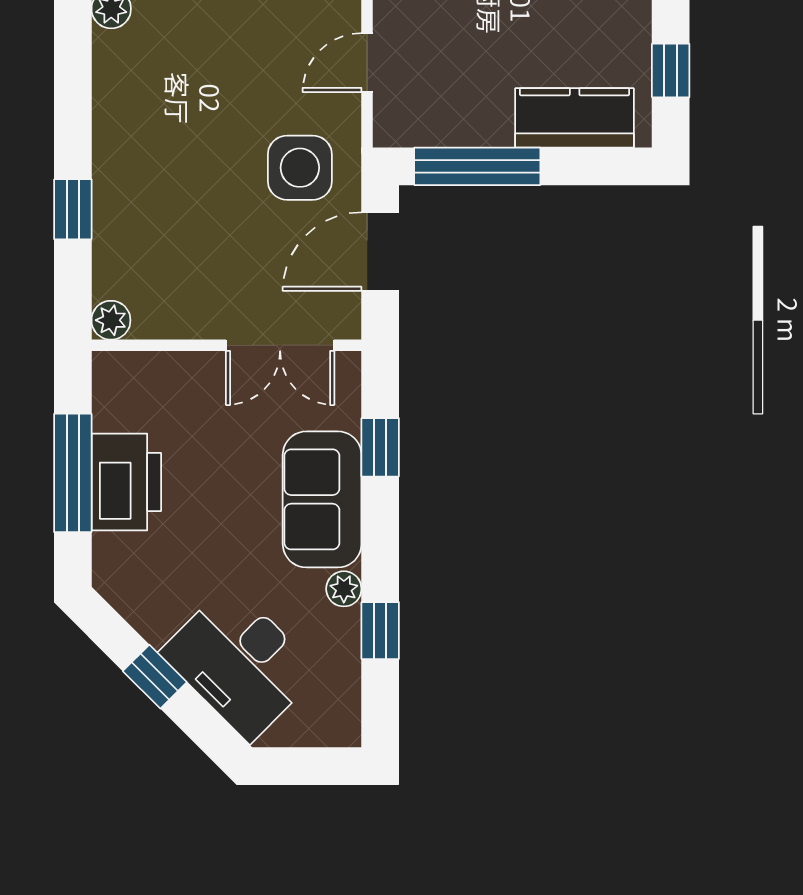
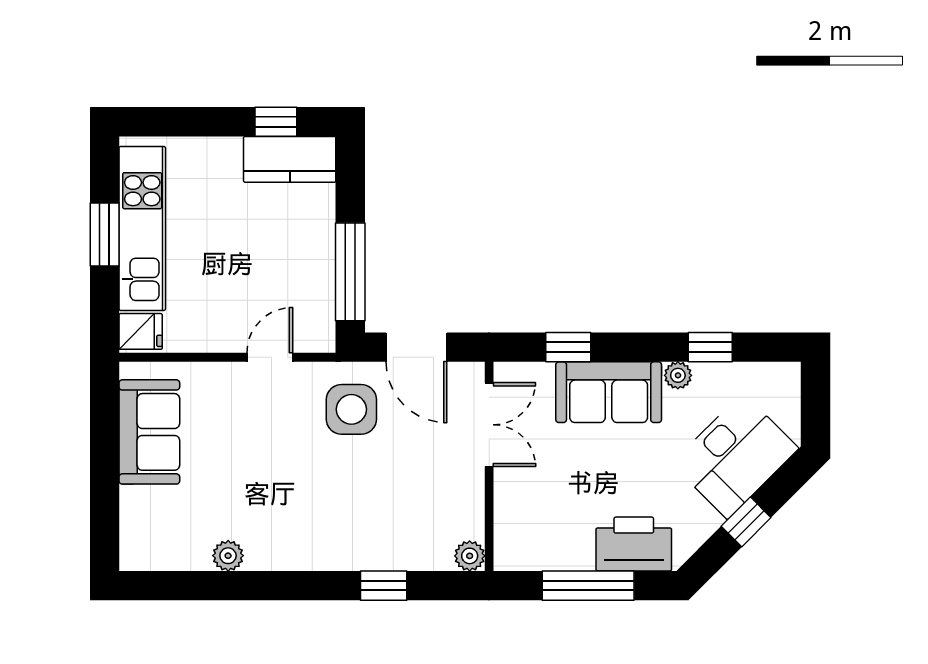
door: (367, 63) -> (270, 357), swing flipped
kitchen counter: (575, 118) -> (290, 159), moved, turned -90
printer: (126, 482) -> (634, 544), moved

